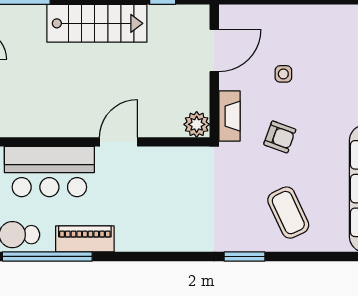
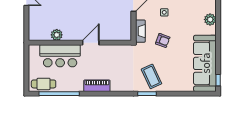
plant: (197, 124) -> (57, 35), moved
coffee table: (288, 213) -> (151, 76), moved
piano: (85, 239) -> (97, 86), moved

